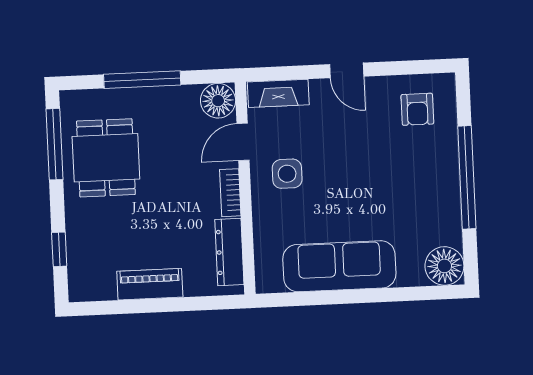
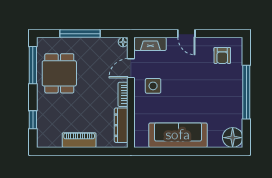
floor lamp: (218, 101) -> (123, 42), width x0.53, depth x0.53

